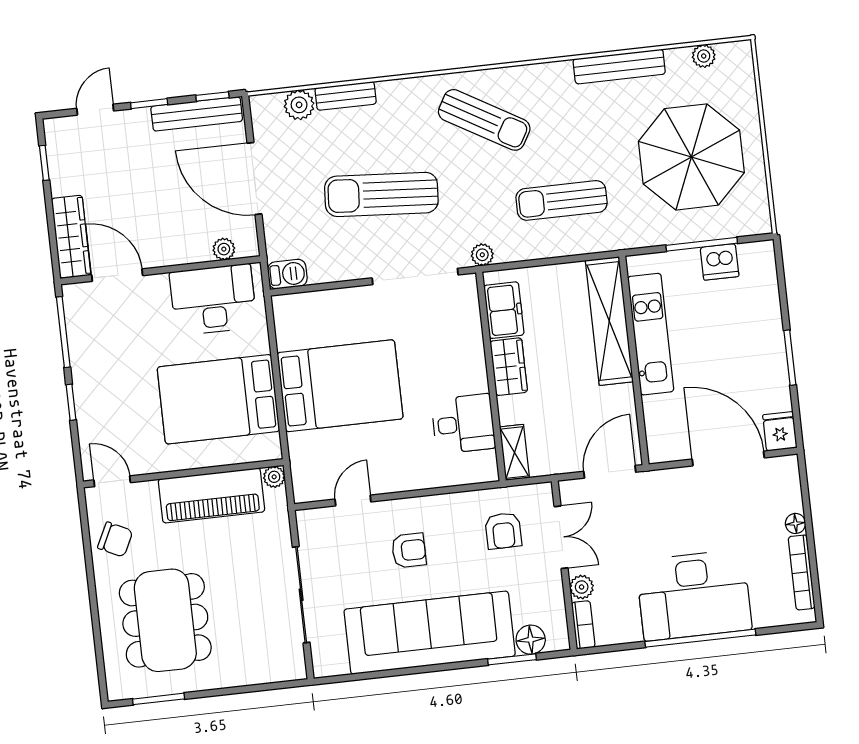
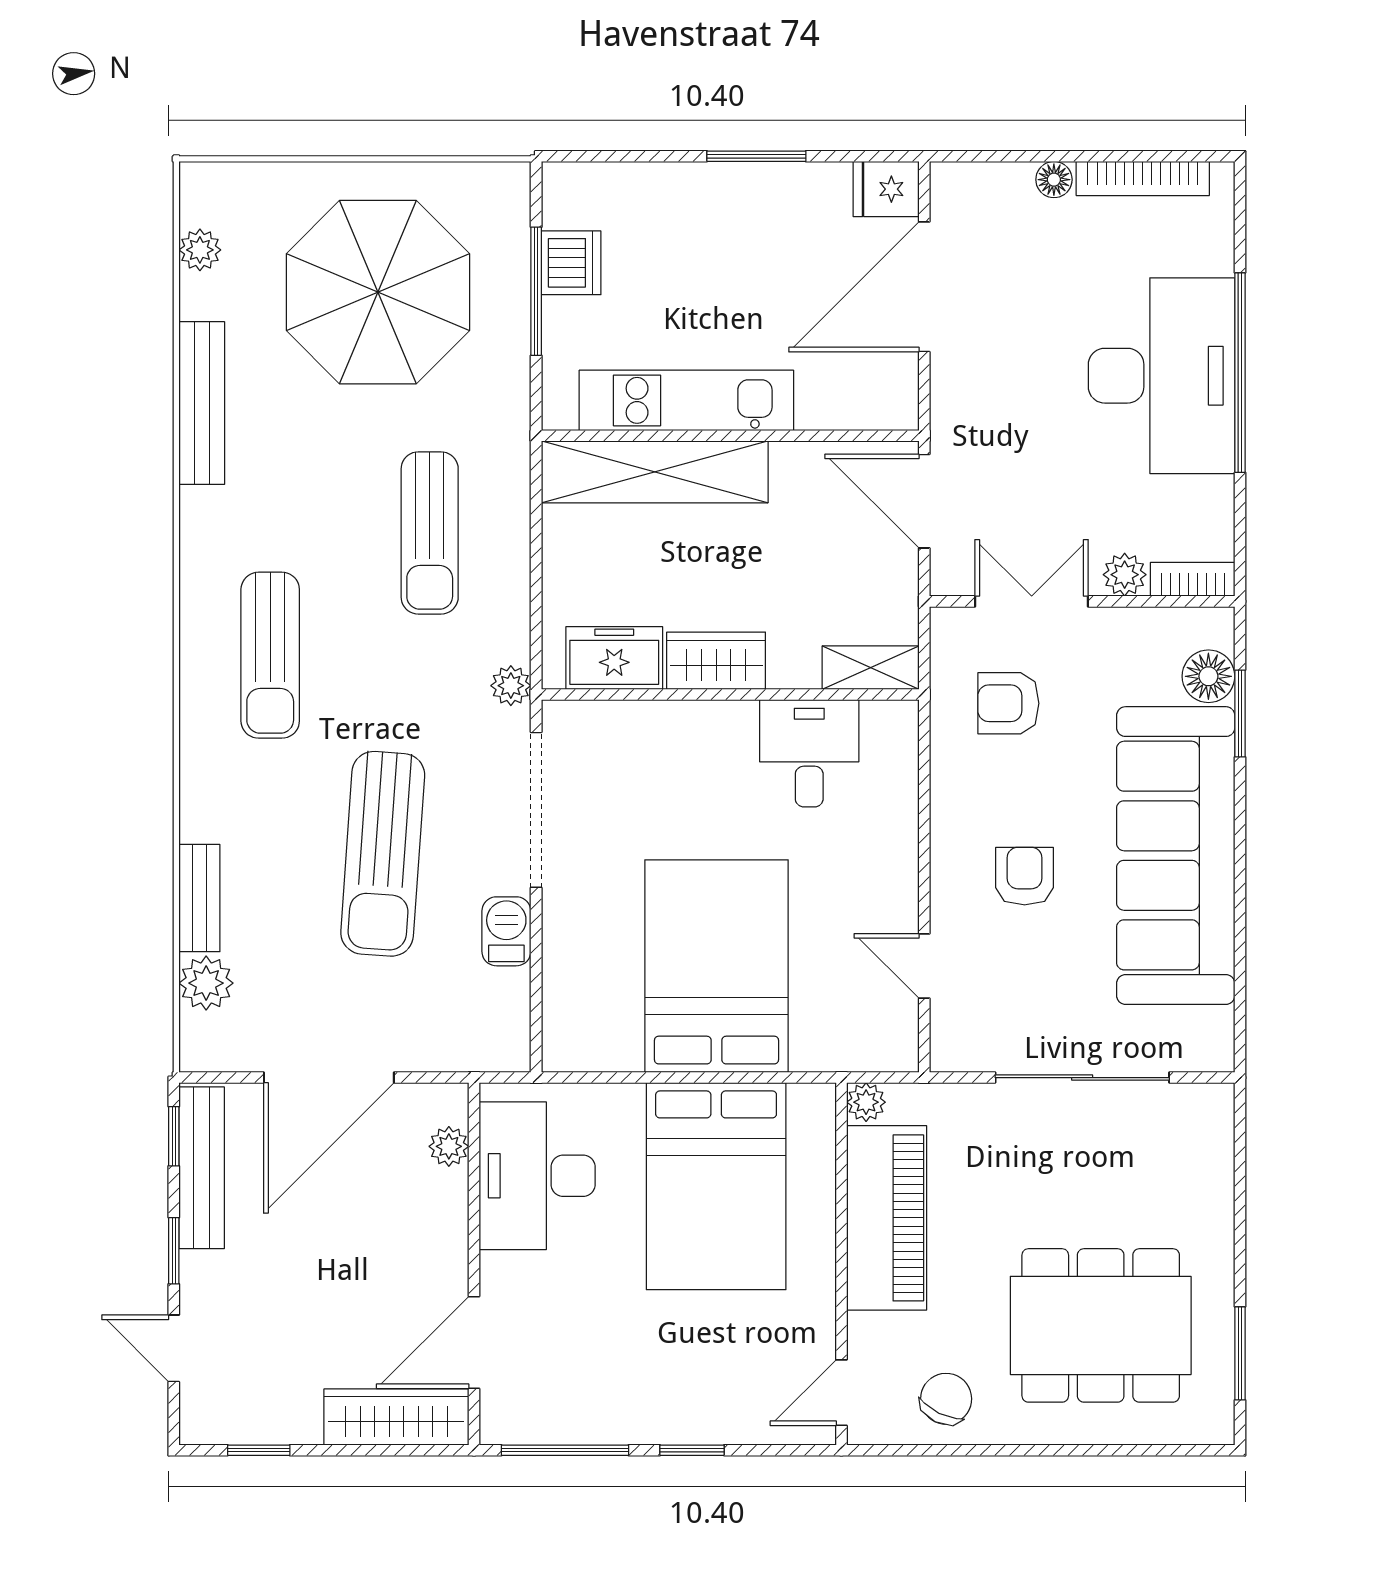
sun lounger: (484, 120) -> (270, 655), turned 150
barbecue: (287, 274) -> (506, 931), moved
armchair: (503, 531) -> (1008, 703), turned 180

